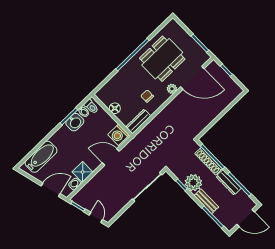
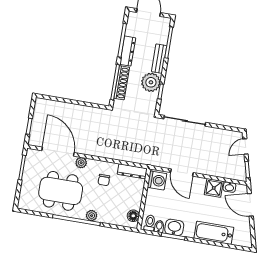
plant: (128, 68) -> (92, 216), added
floor lamp: (115, 108) -> (133, 216), moved
bathtub: (41, 157) -> (214, 233), moved

